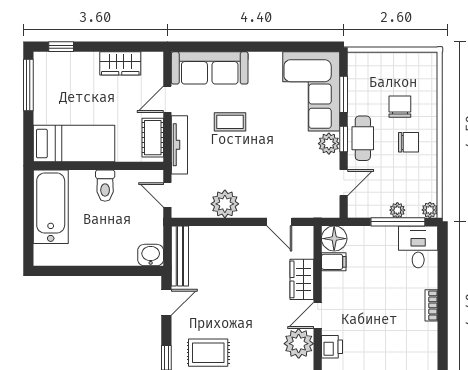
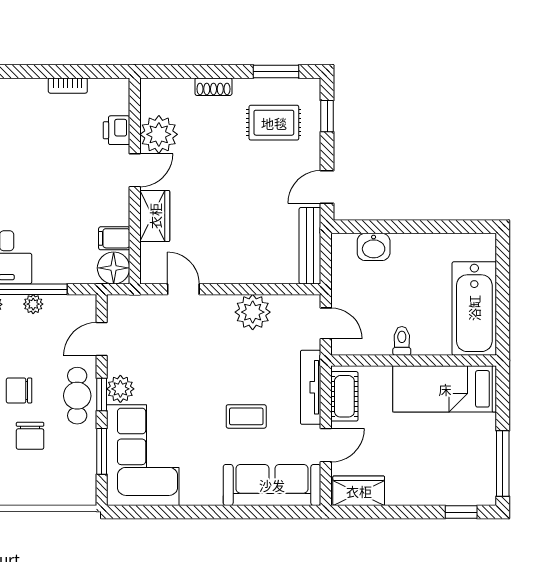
wardrobe: (120, 63) -> (359, 491), moved
toilet: (105, 186) -> (402, 341), width x0.73, depth x0.72
washbasin: (151, 255) -> (374, 247), moved

